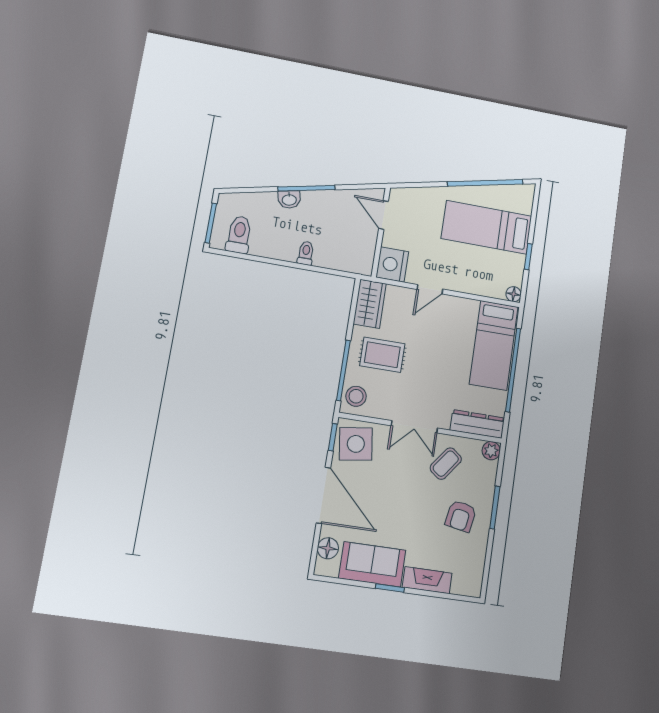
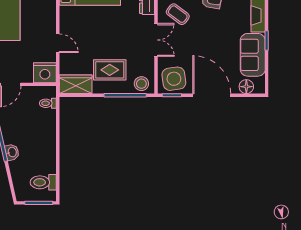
toilet: (306, 253) -> (48, 103), moved
rug: (382, 355) -> (110, 70), turned 90
door: (323, 495) -> (212, 95), hinge flipped

